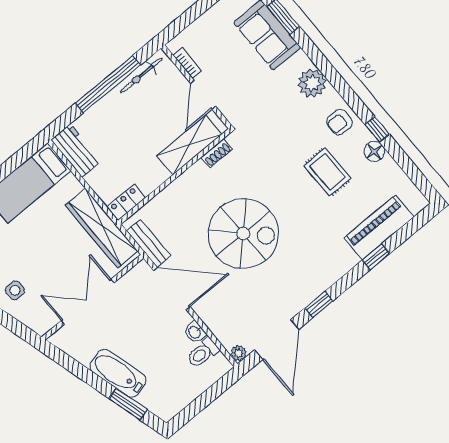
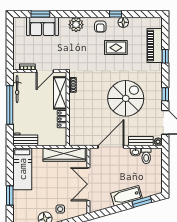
door: (203, 95) -> (45, 71), hinge flipped
locker: (126, 202) -> (62, 119), moved
spiral stairs: (243, 233) -> (126, 98), moved
bench: (149, 243) -> (141, 141), moved

